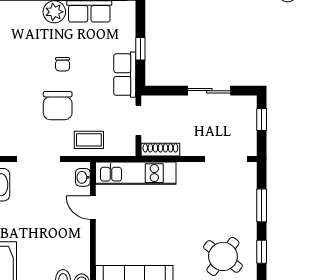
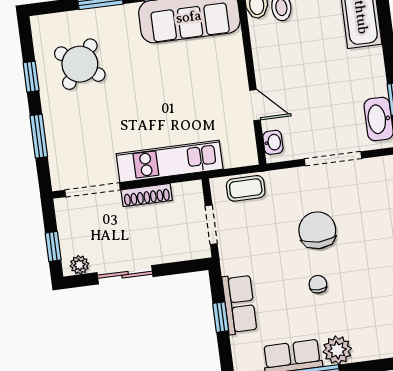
row of seats: (125, 75) -> (239, 304), moved
plant: (243, 103) -> (79, 265), added
coffee table: (89, 140) -> (246, 188), moved
shoe rack: (160, 150) -> (147, 195), moved
kitchen unit: (136, 173) -> (170, 161), moved

